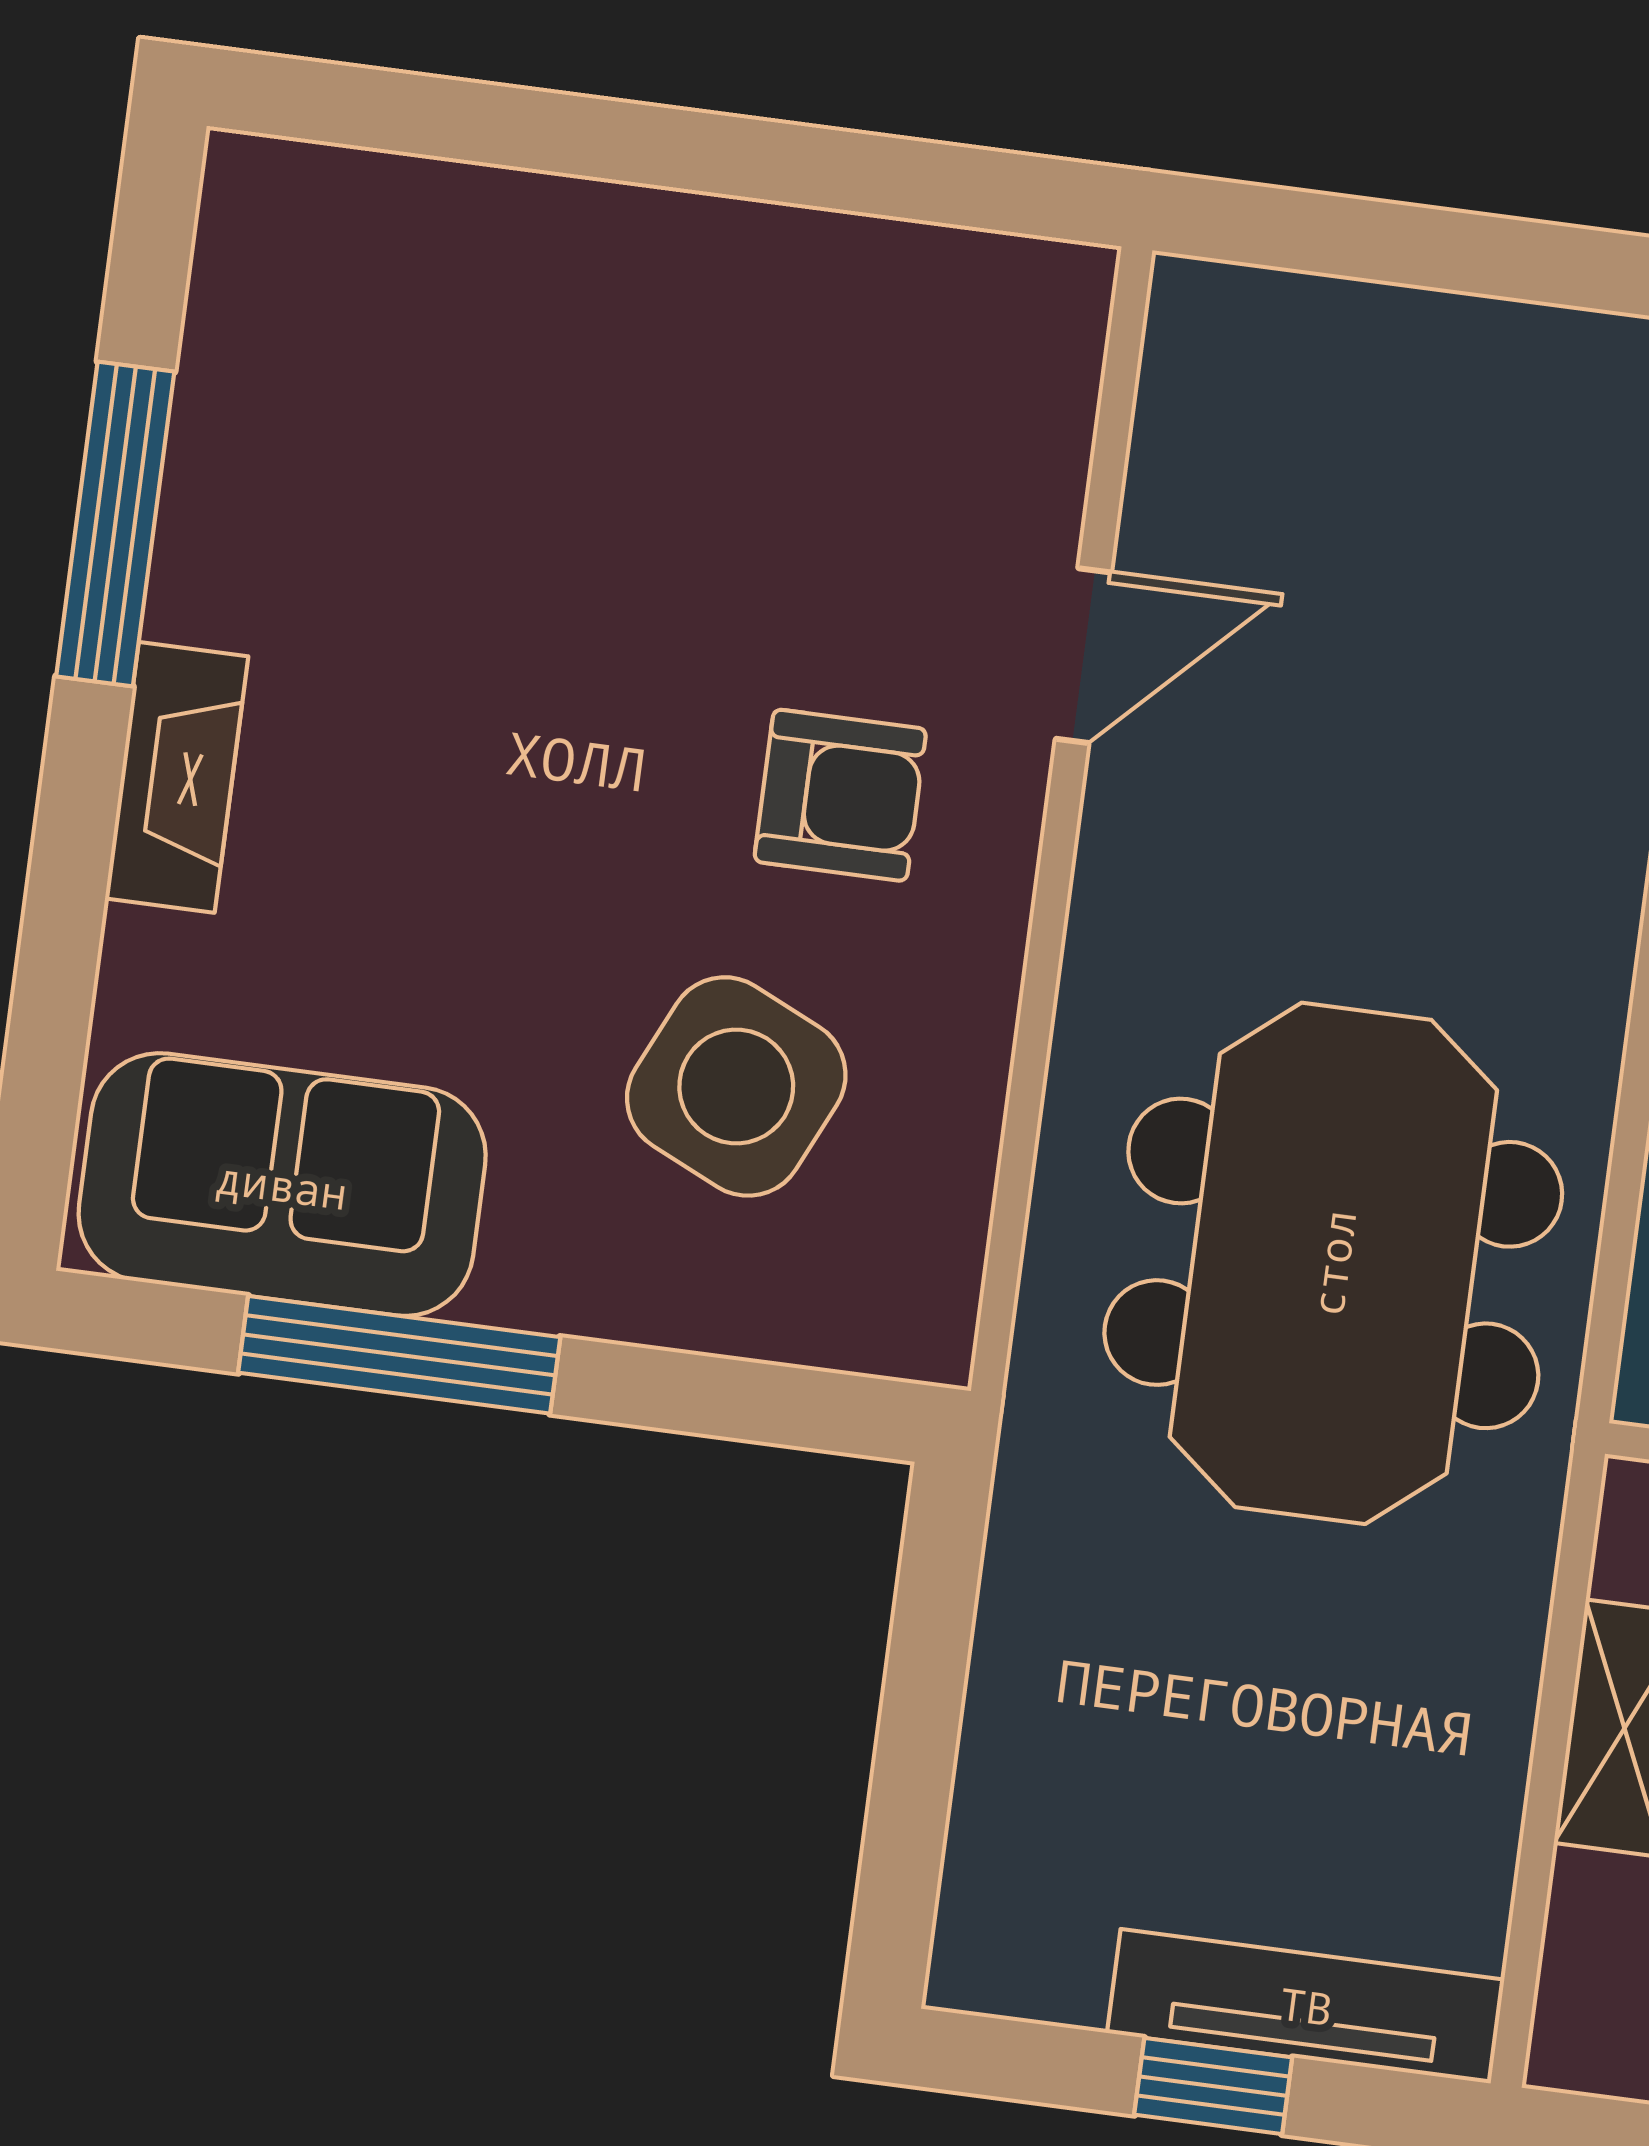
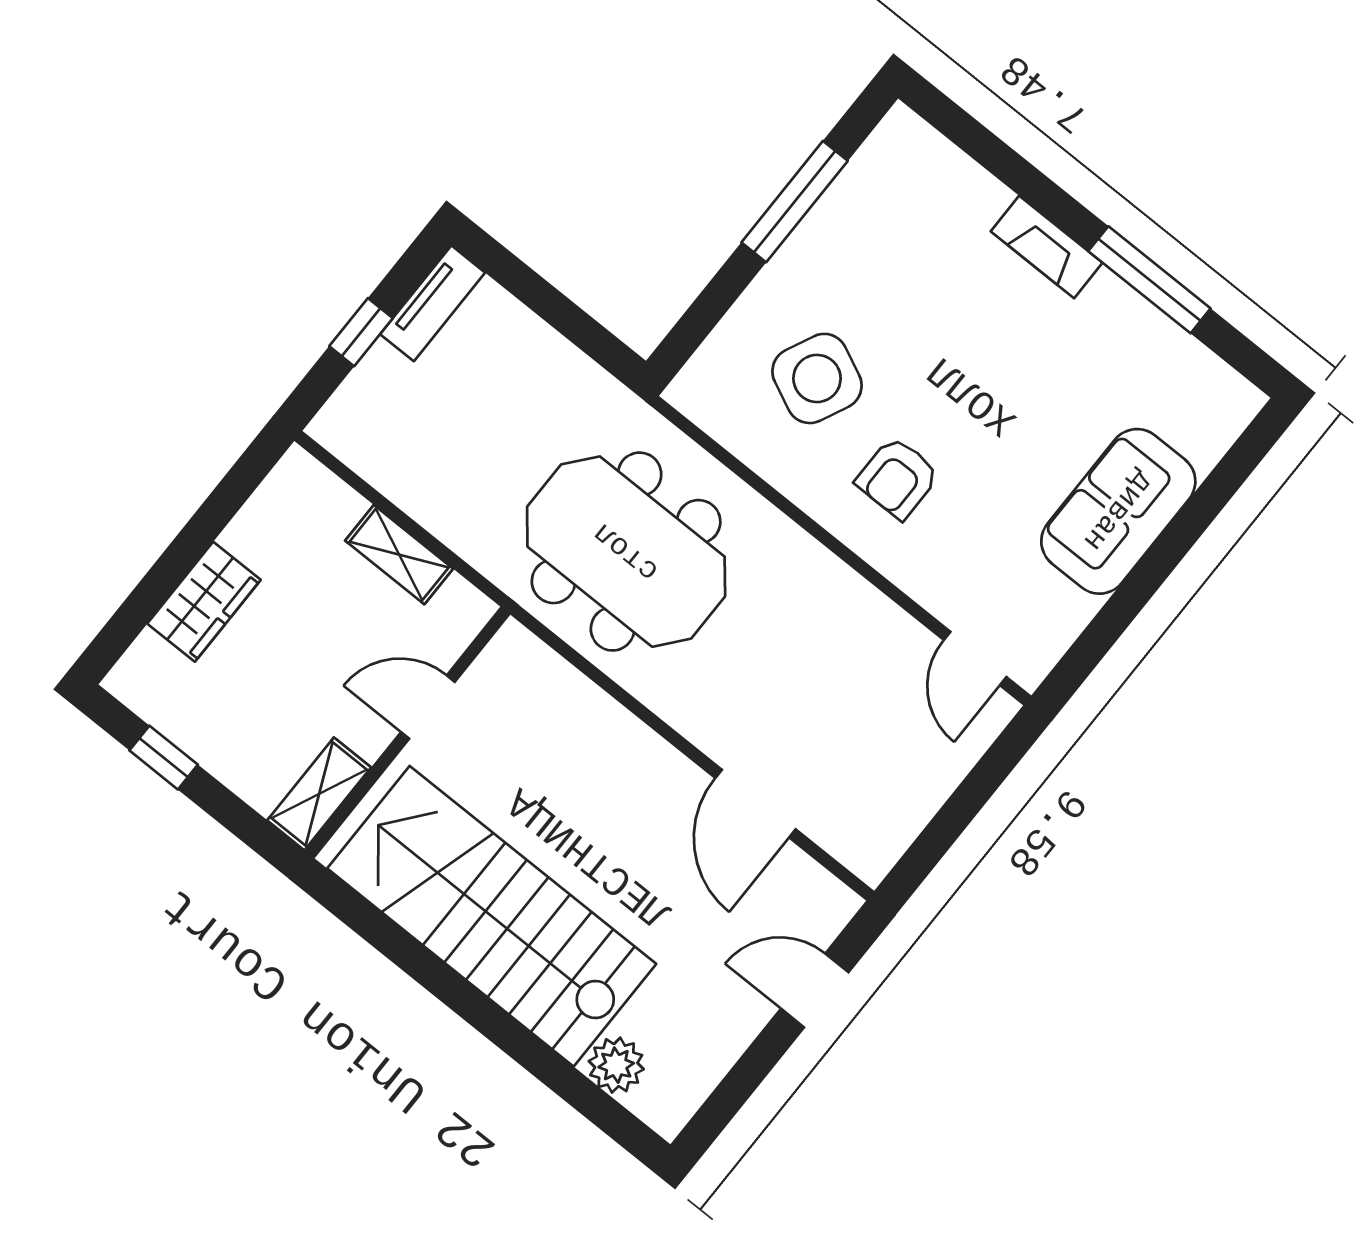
door: (1083, 656) -> (975, 659), moved
sofa: (282, 1185) -> (1118, 511), moved, turned 180
tv unit: (1306, 2006) -> (433, 303), moved, width x0.71

